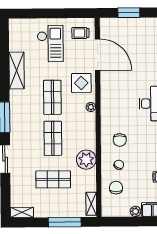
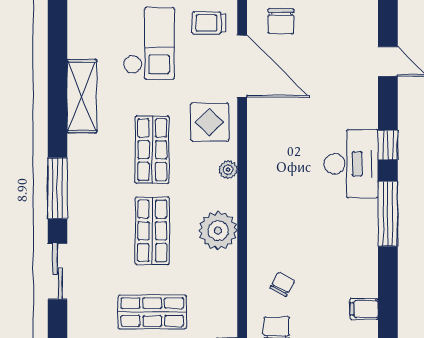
chair: (120, 140) -> (281, 21), moved
plant: (86, 160) -> (218, 231), moved

